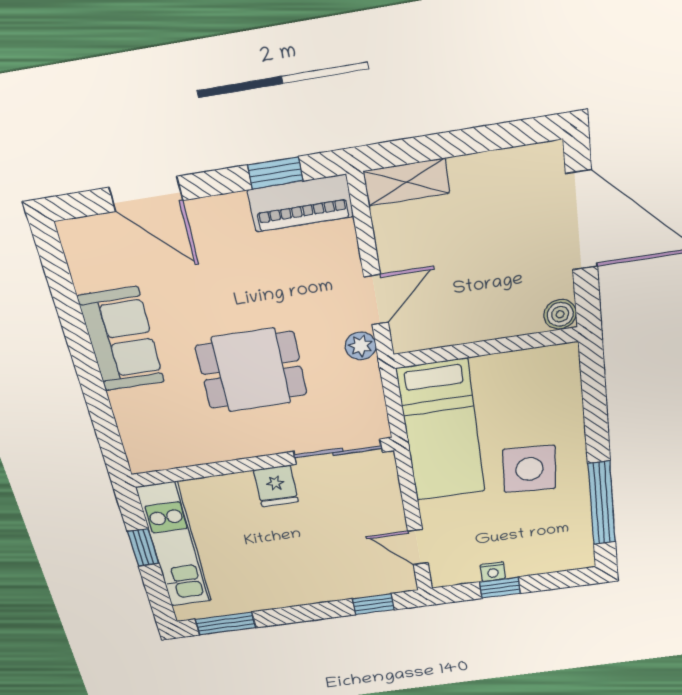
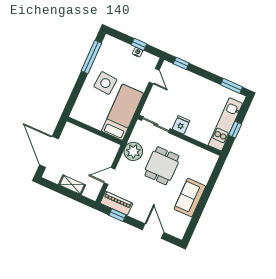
shelving: (407, 182) -> (72, 185), moved
door: (376, 300) -> (110, 176), moved
boiler: (560, 314) -> (69, 128), removed
plant: (361, 346) -> (133, 151), width x1.88, depth x1.88
dining table: (251, 370) -> (162, 166), turned 90

